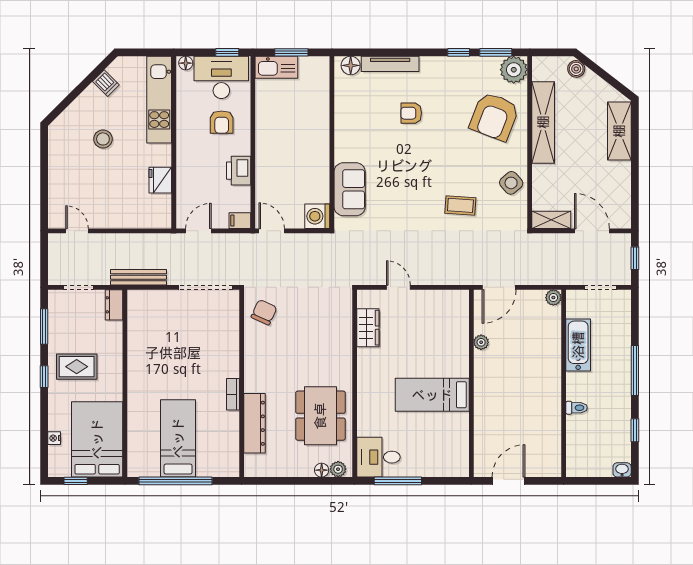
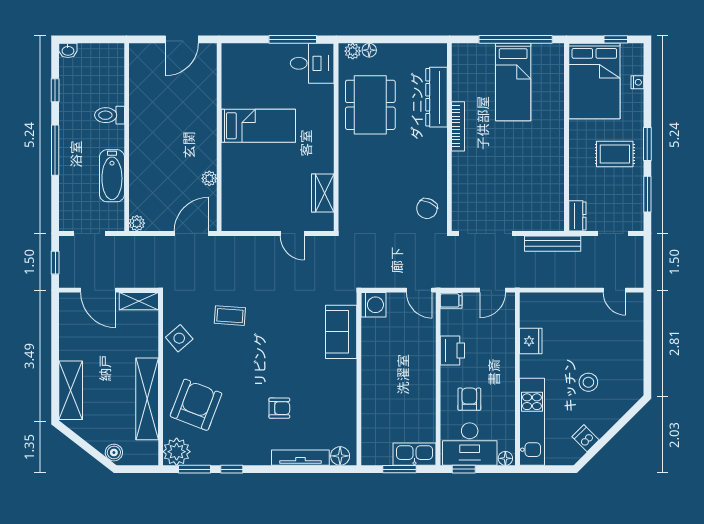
window: (44, 377) -> (647, 144), width x1.50
bookcase: (233, 394) -> (458, 126), width x1.56
toilet: (576, 408) -> (110, 115), width x1.37, depth x1.39

